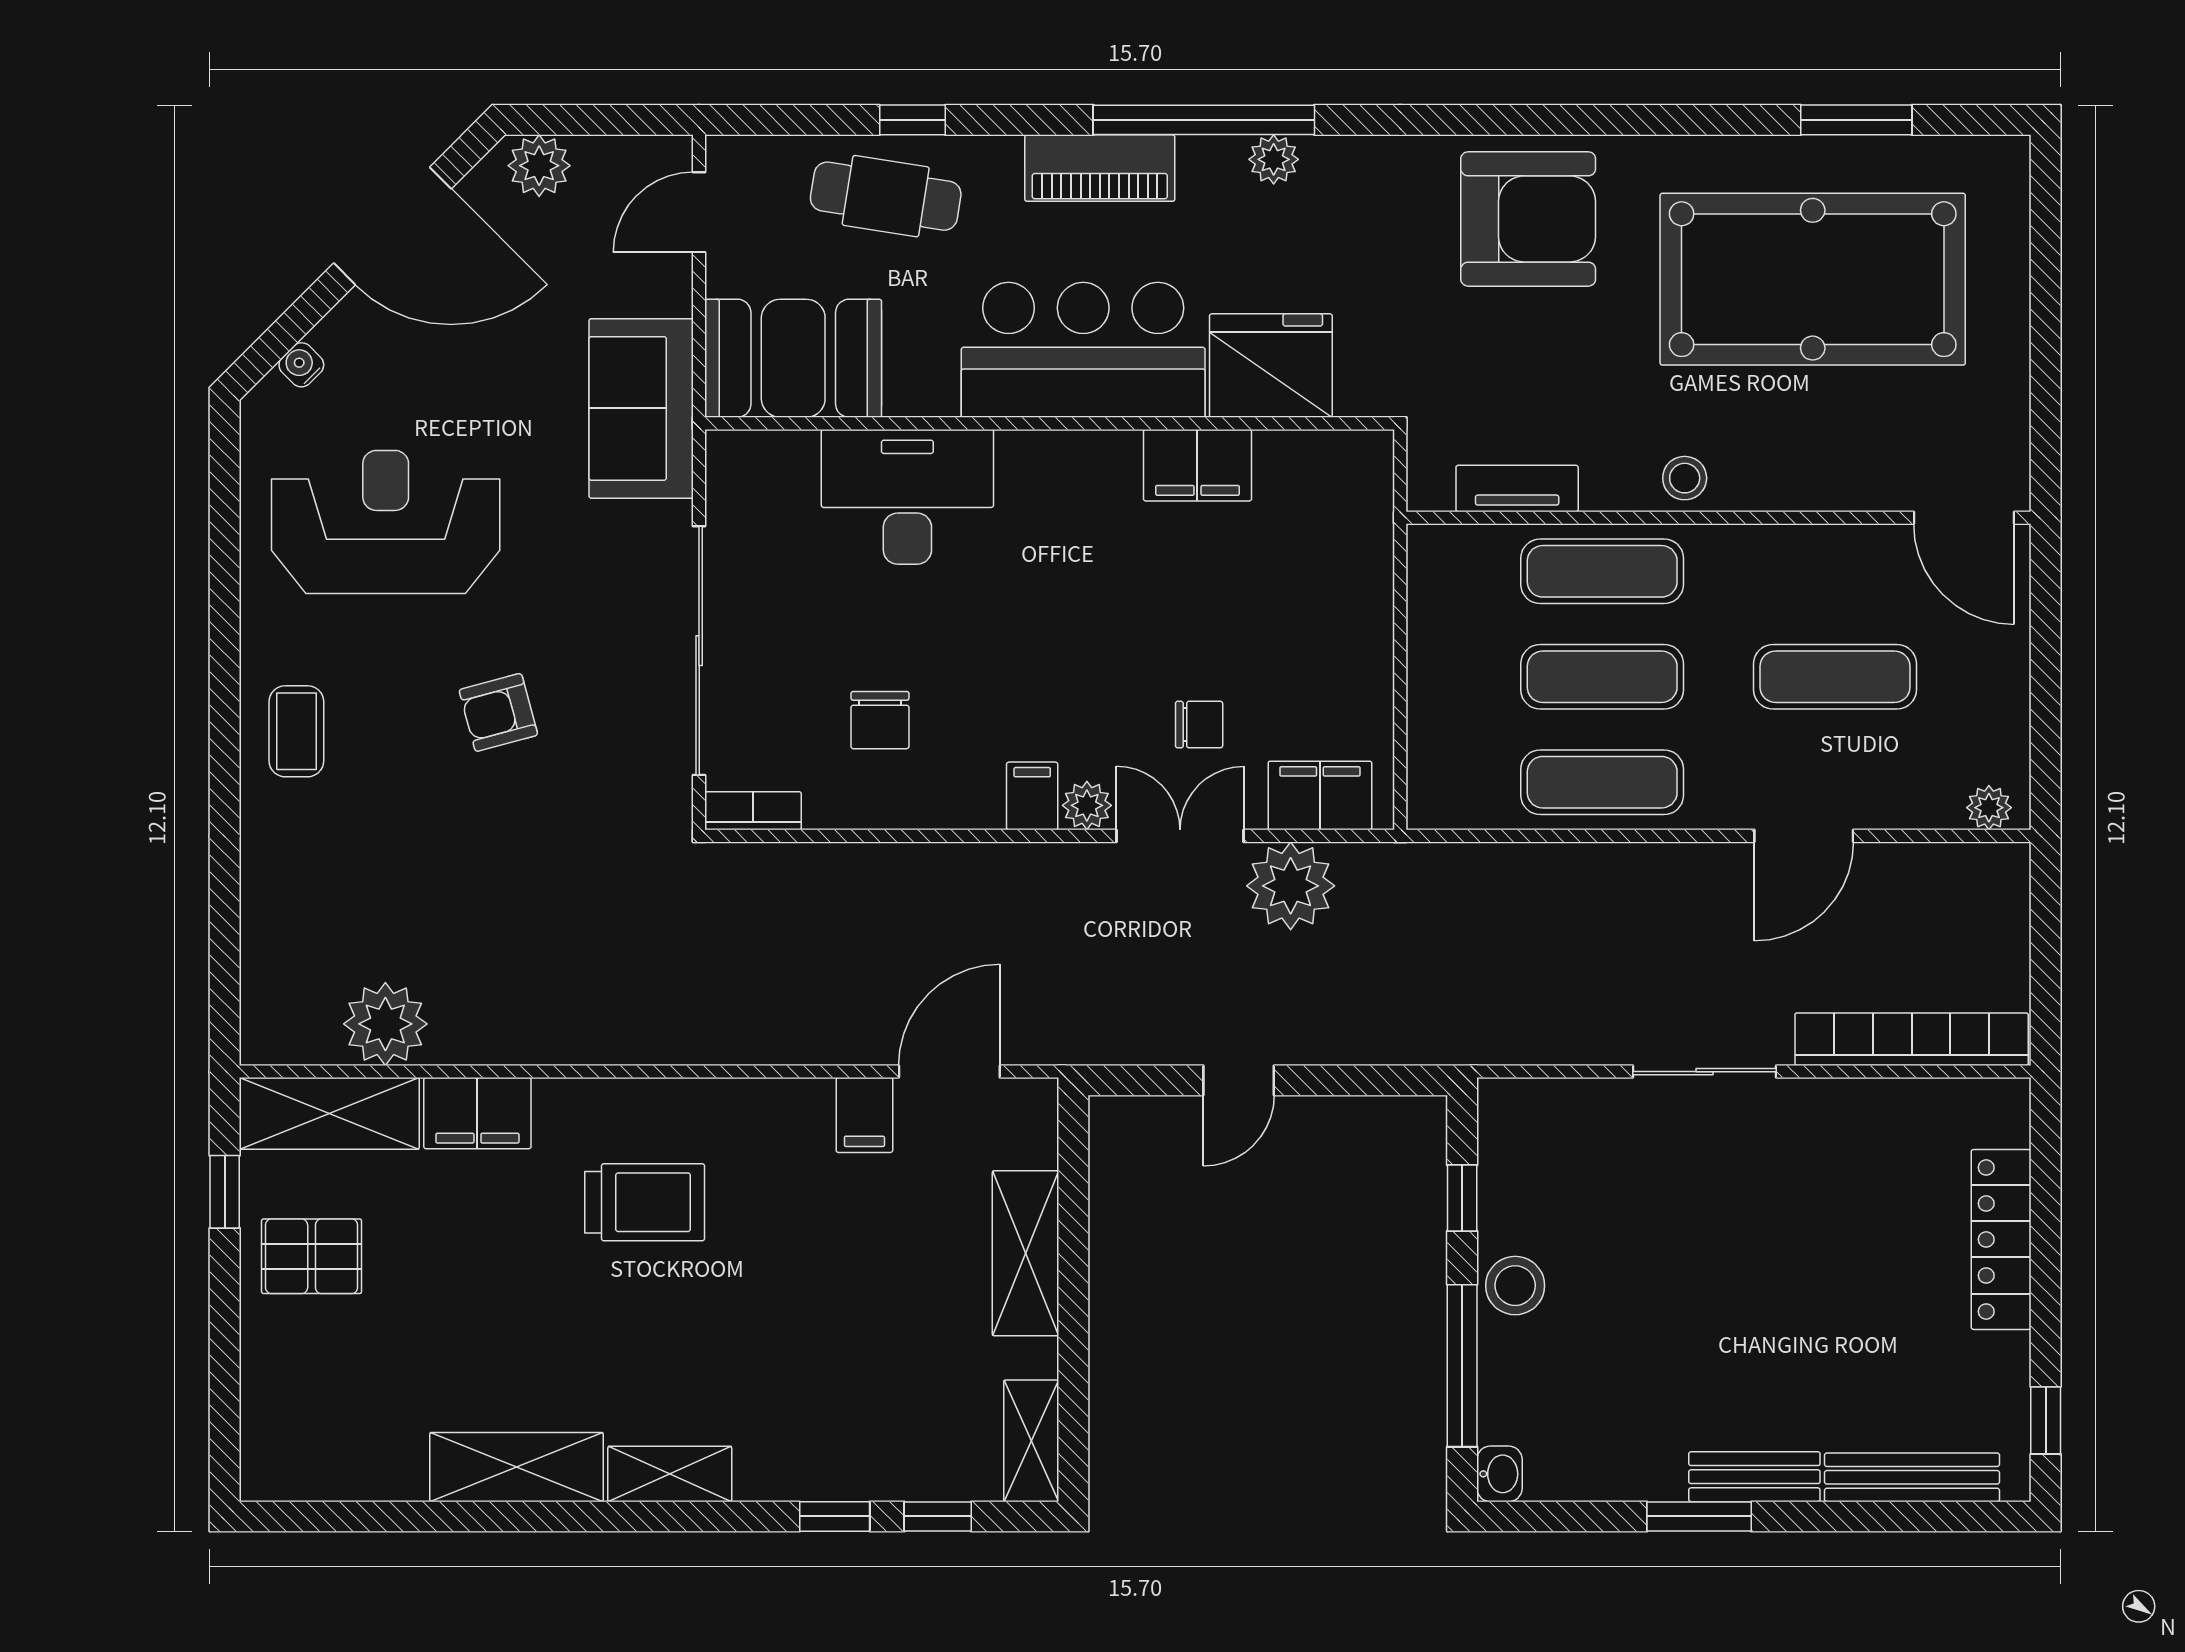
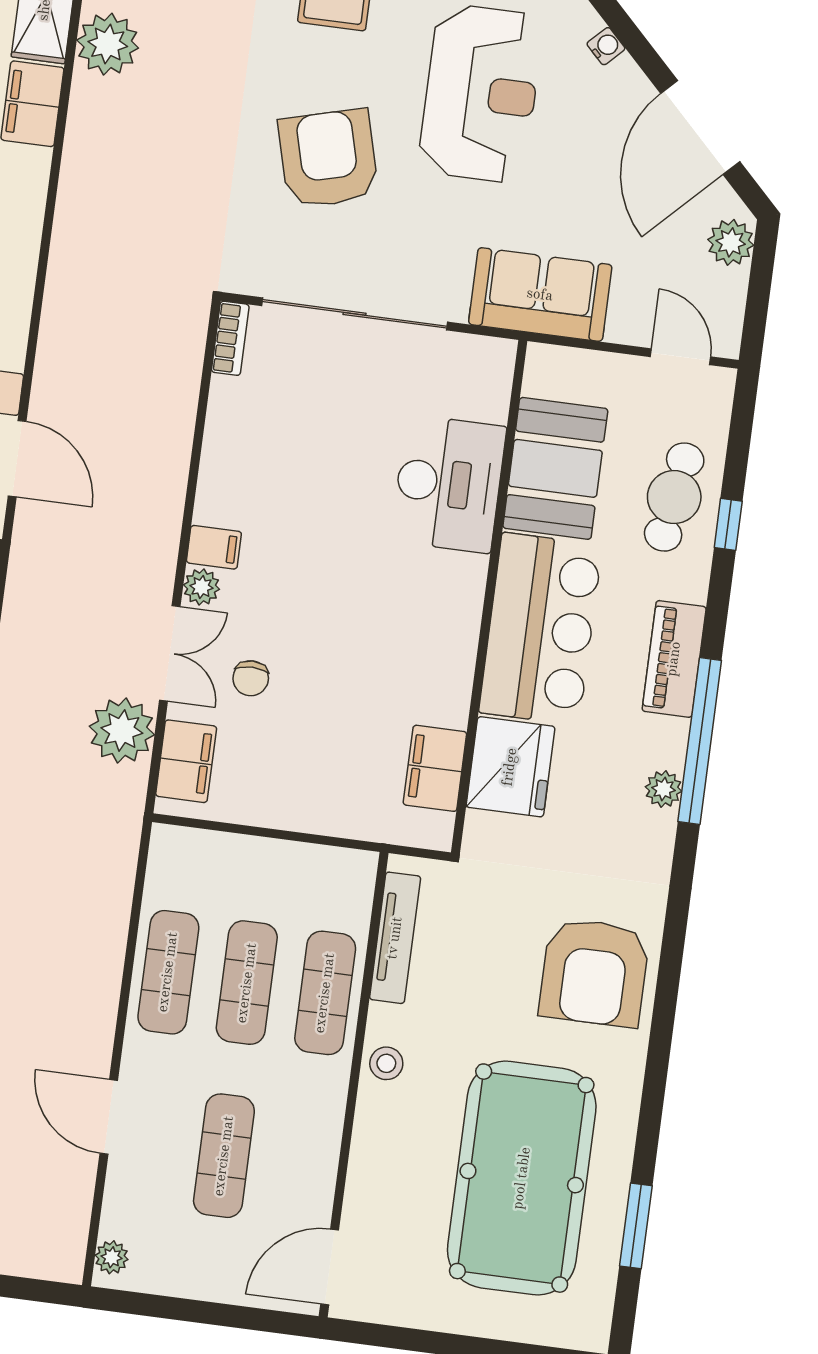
booth: (793, 358) -> (555, 468), moved
filing cabinet: (1197, 465) -> (435, 768), moved
tv unit: (1517, 488) -> (395, 938), width x1.41
armchair: (498, 712) -> (328, 159), width x1.88, depth x1.88
chair: (880, 720) -> (285, 442), removed

